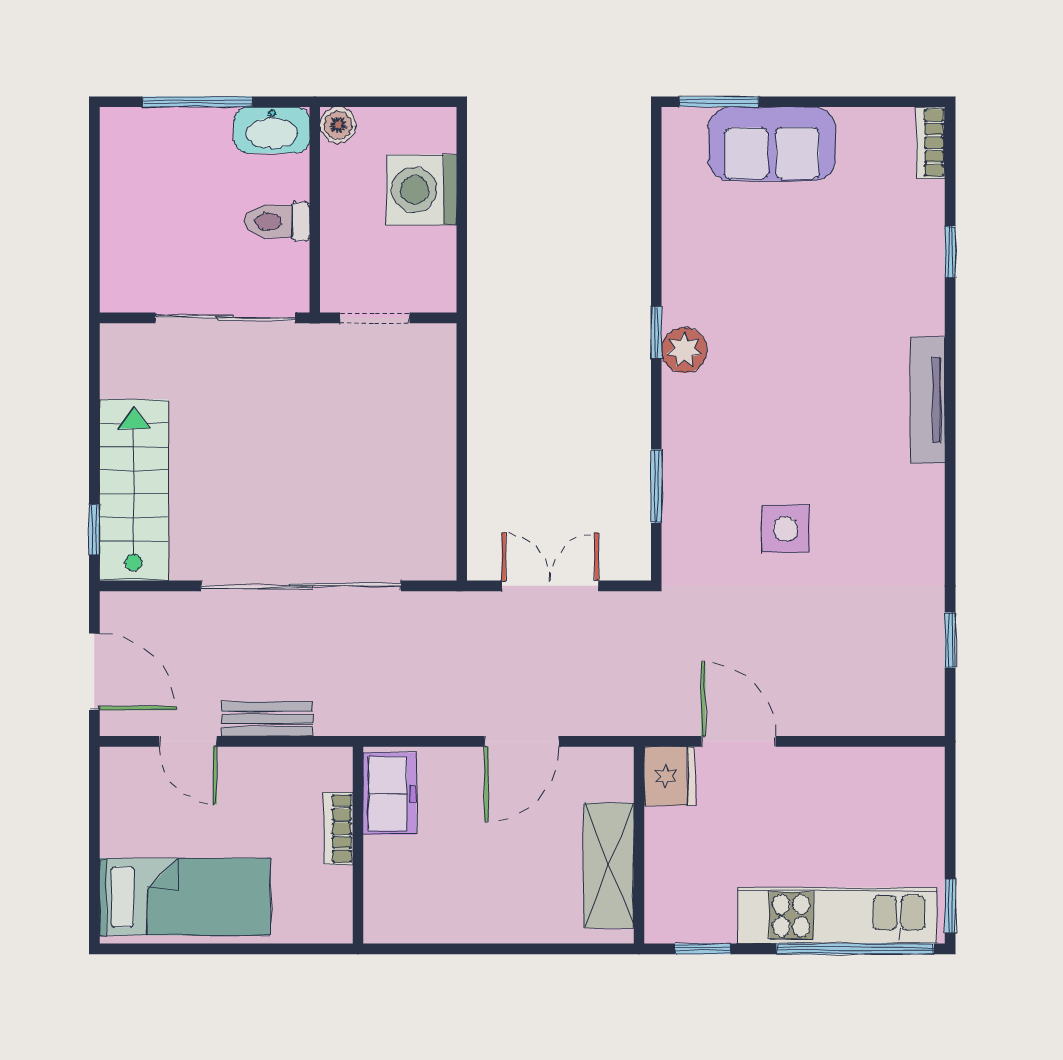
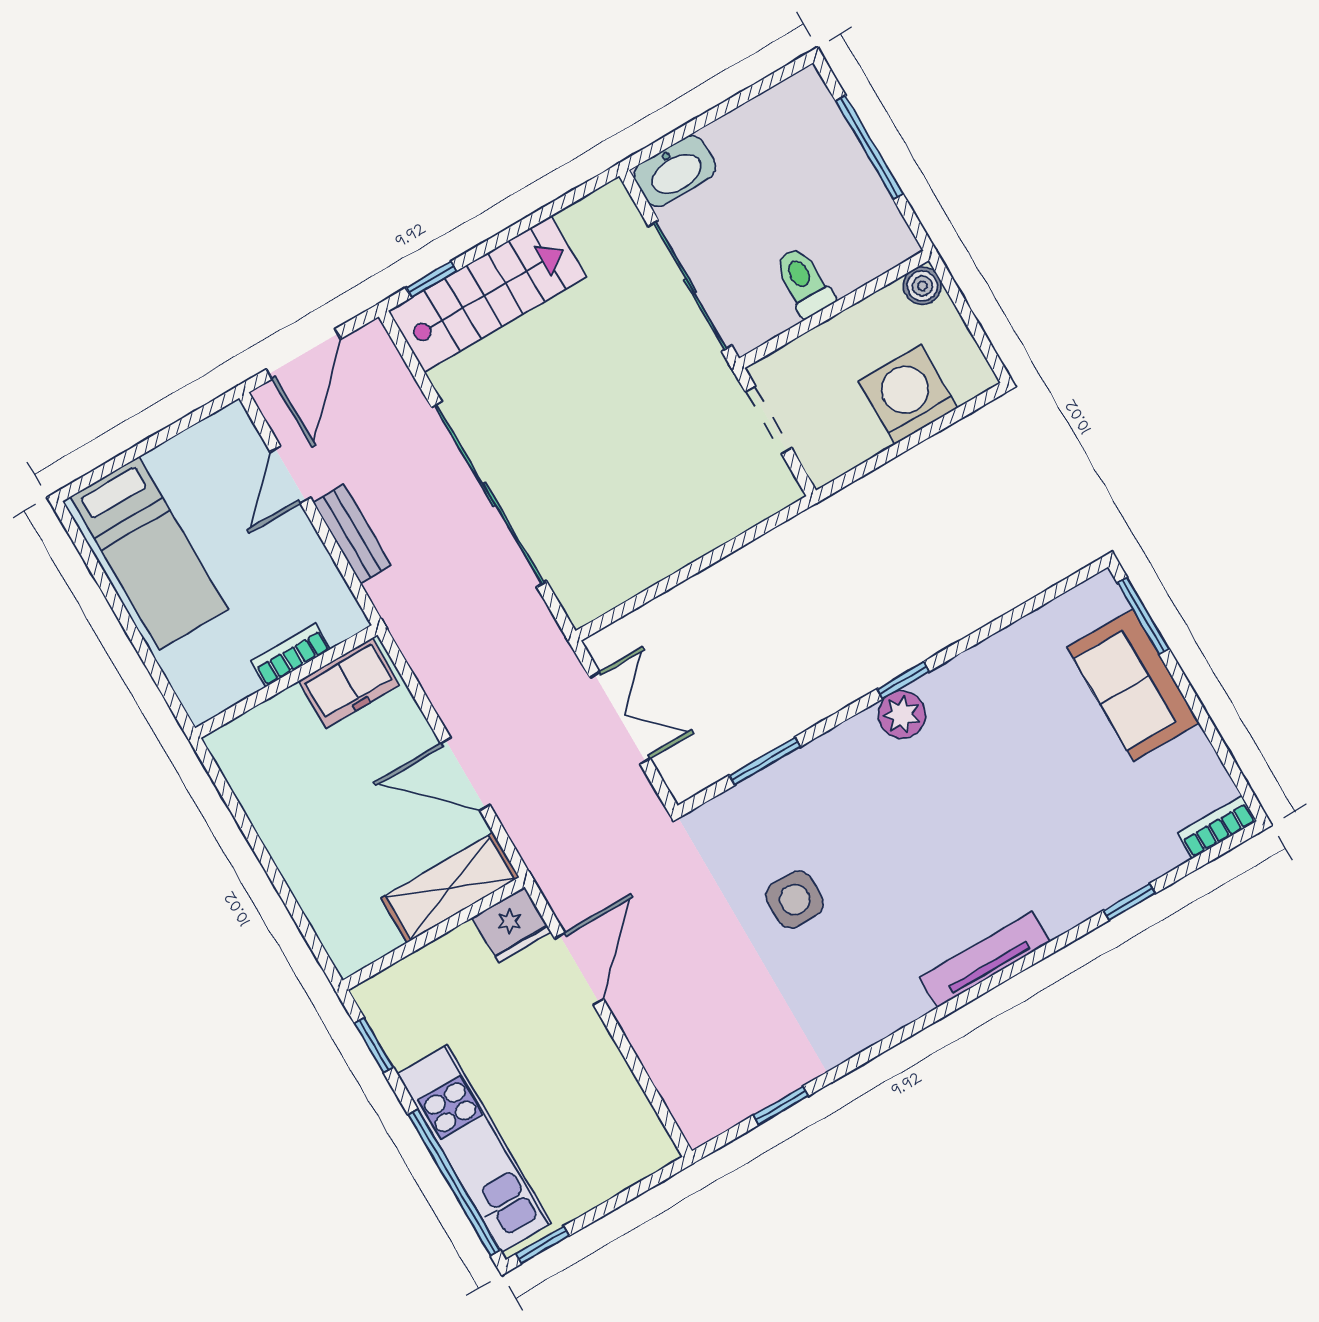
washbasin: (272, 130) -> (675, 171), moved, turned -90
shelving: (609, 865) -> (450, 888), moved

